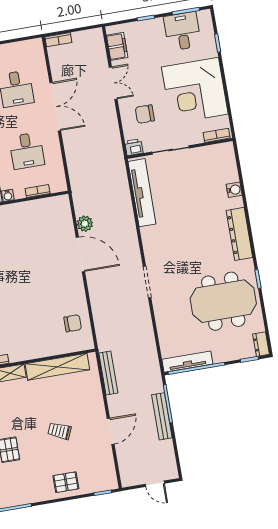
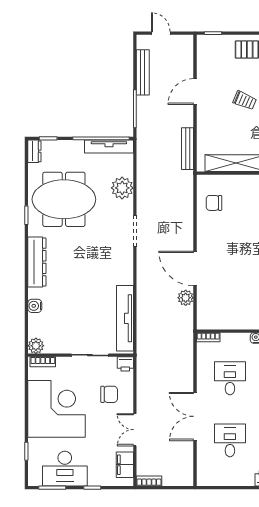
desk: (182, 31) -> (65, 469), width x1.37
bookcase: (58, 40) -> (149, 481), moved
plant: (226, 150) -> (36, 346), added
bookcase: (38, 191) -> (208, 337), moved
plant: (167, 323) -> (122, 188), added
bench: (162, 416) -> (143, 72), moved

